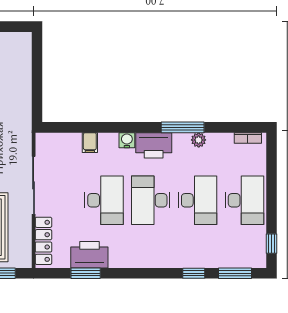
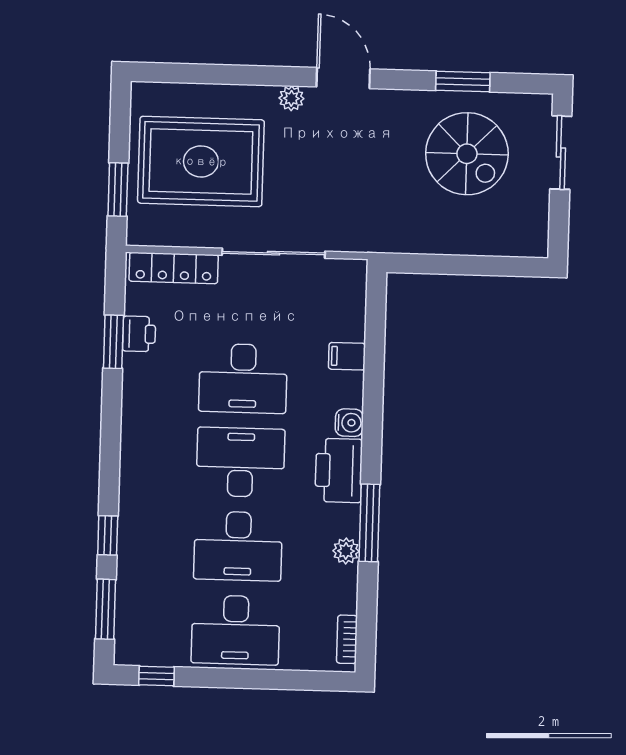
printer: (89, 255) -> (139, 334), width x0.53, depth x0.68

